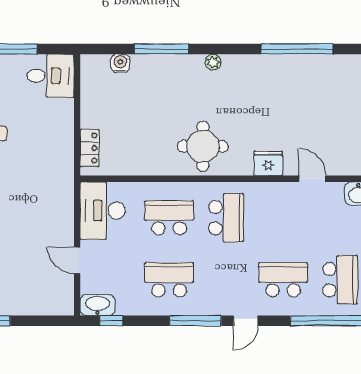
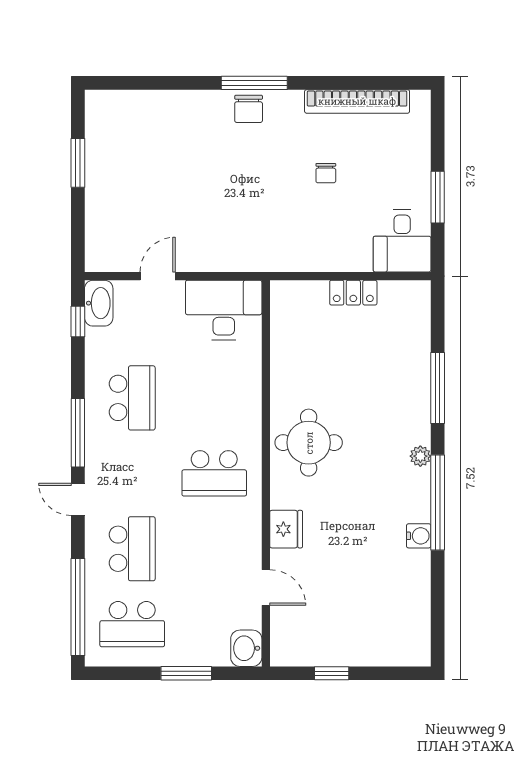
window: (297, 49) -> (438, 503), moved
water cooler: (120, 63) -> (419, 536), moved
locker: (90, 148) -> (353, 293), moved
door: (312, 179) -> (266, 588), hinge flipped
school desk: (169, 218) -> (214, 398), removed

